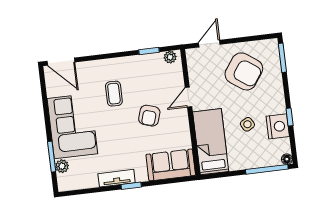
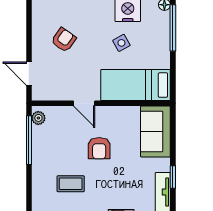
window: (149, 51) -> (29, 140), width x2.17
armchair: (244, 71) -> (64, 40), width x0.53, depth x0.53
armchair: (149, 116) -> (99, 148), turned 72

